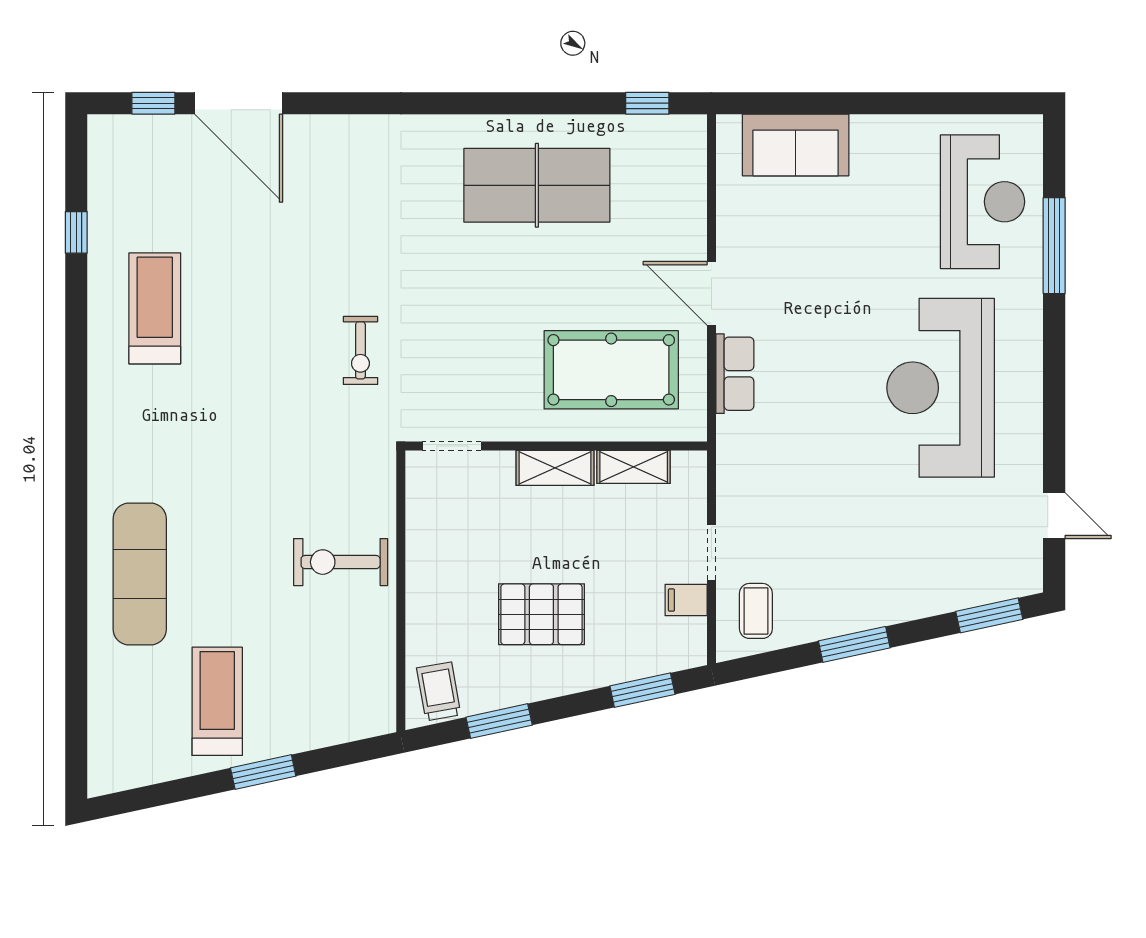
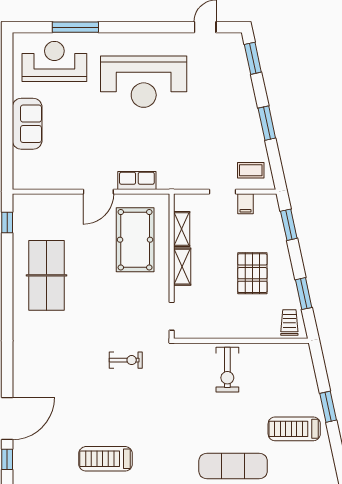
sofa: (796, 145) -> (27, 124), moved
trolley: (439, 691) -> (289, 323), turned 100

